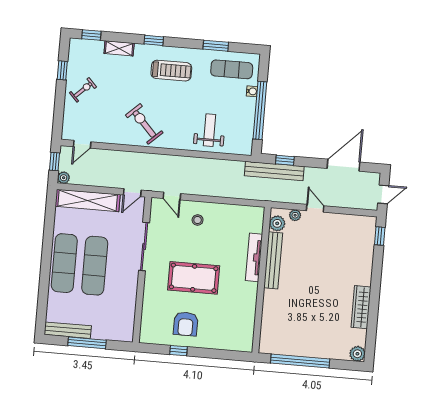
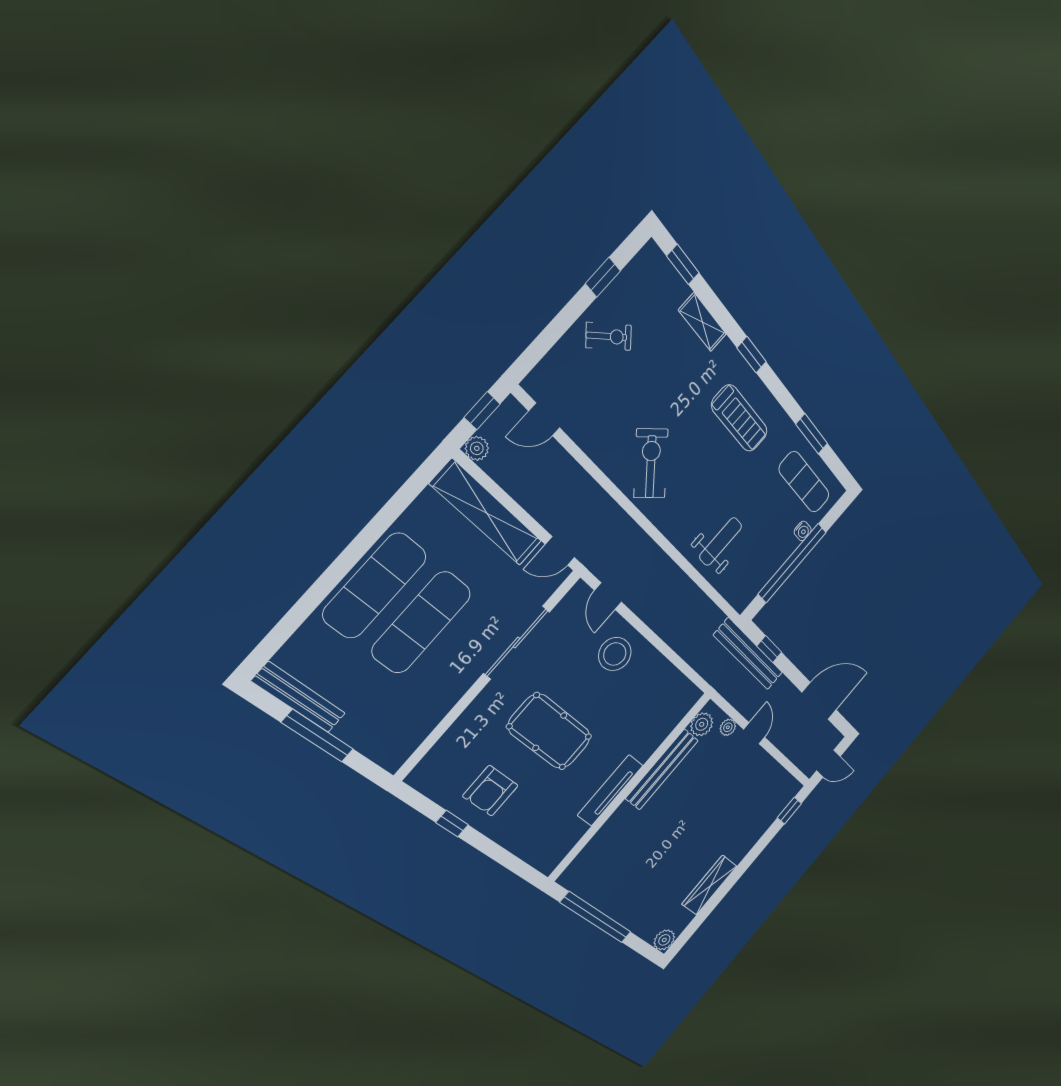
stool: (198, 220) -> (615, 654), width x1.89, depth x1.89
tv unit: (254, 257) -> (610, 790), moved

